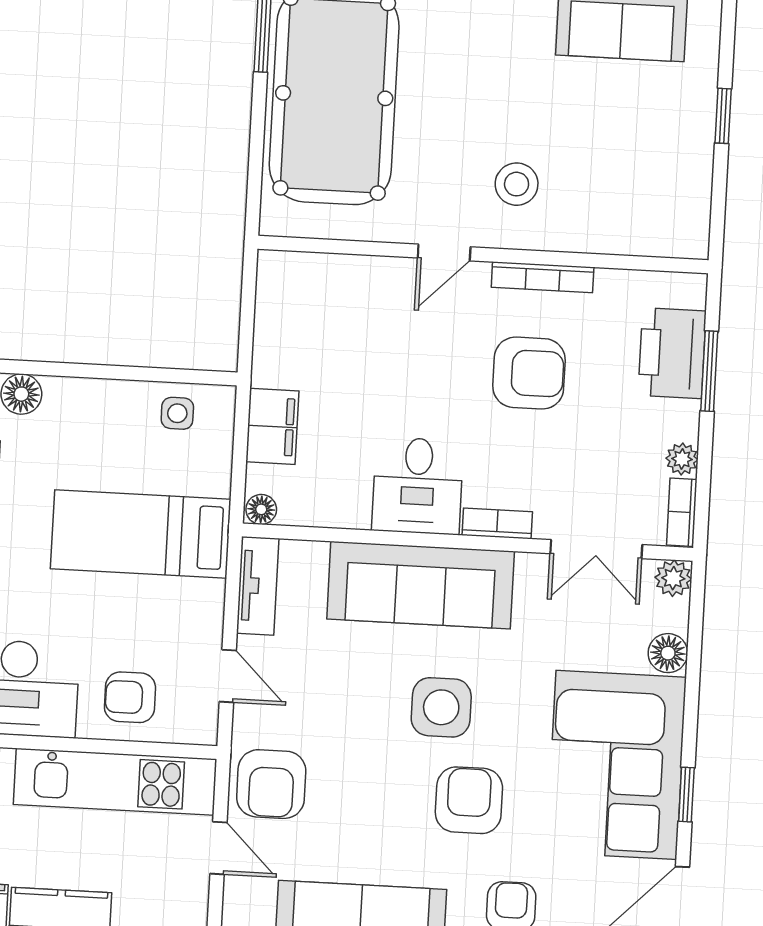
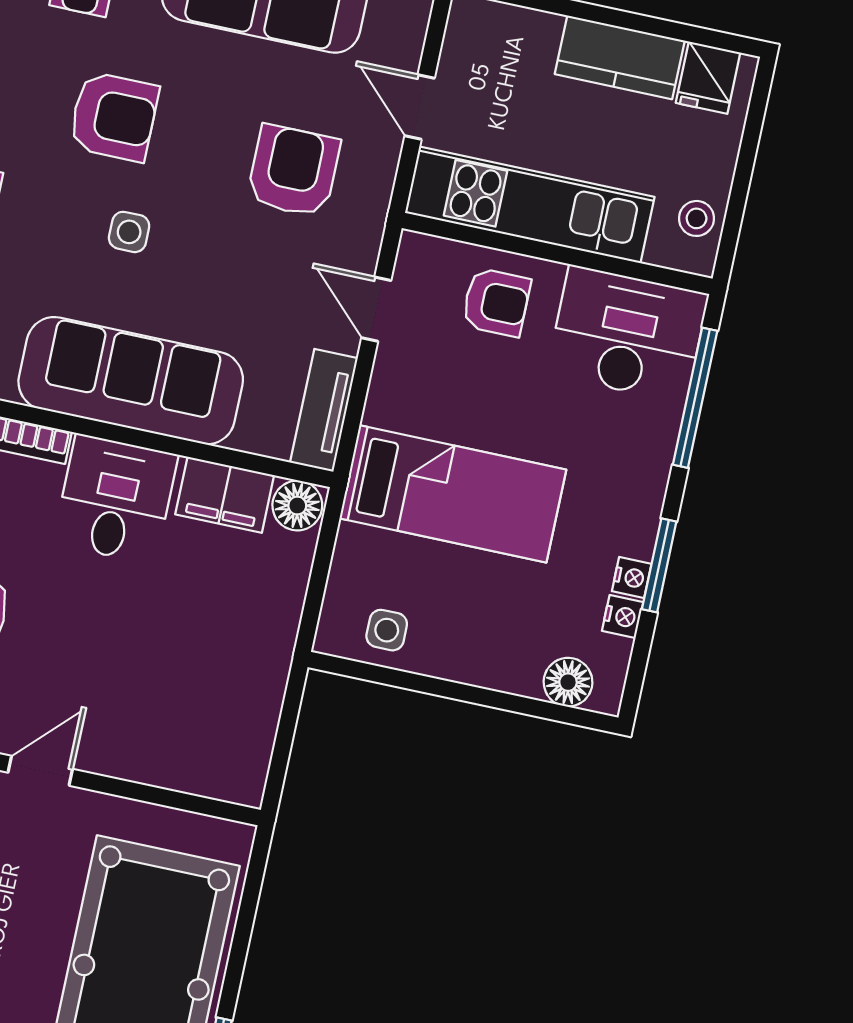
filing cabinet: (272, 426) -> (225, 495), moved, turned -90
floor lamp: (261, 509) -> (297, 506), width x1.37, depth x1.37
side table: (441, 707) -> (129, 232), width x0.54, depth x0.54
armchair: (271, 784) -> (293, 171), moved
armchair: (469, 800) -> (114, 117), turned -90

